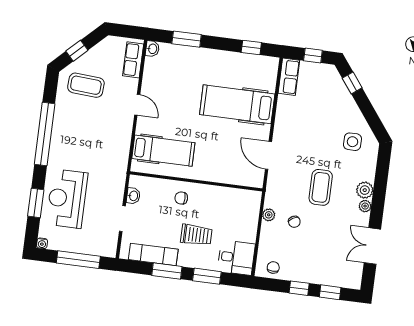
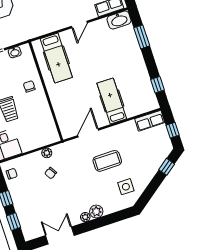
washbasin: (152, 49) -> (119, 20), width x1.91, depth x1.45
hospital bed: (237, 104) -> (112, 101), width x0.73, depth x0.78
coffee table: (321, 187) -> (107, 161), moved

